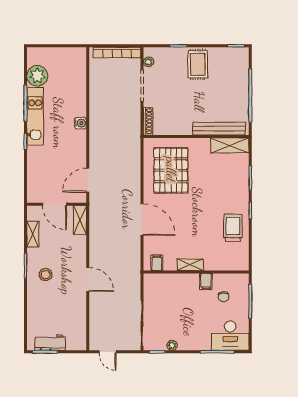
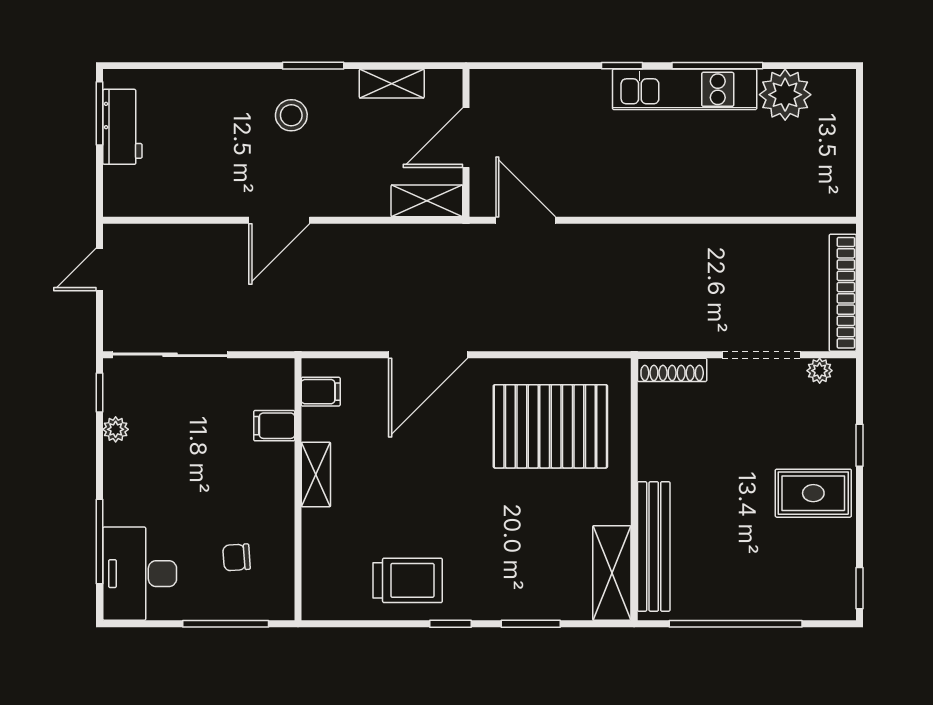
water cooler: (80, 123) -> (667, 202), removed
filing cabinet: (206, 281) -> (274, 426), moved

